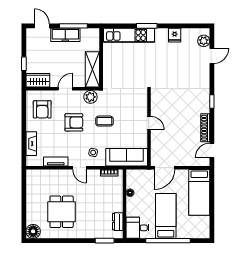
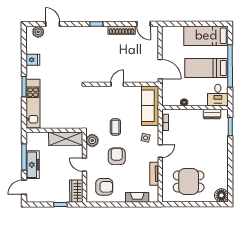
bed: (199, 192) -> (206, 36), moved, turned 180
dining table: (62, 212) -> (189, 181), moved

